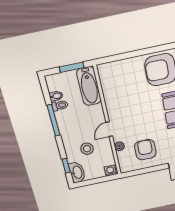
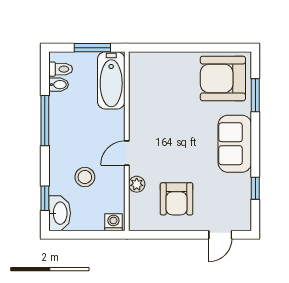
toilet: (60, 106) -> (61, 69), moved
armchair: (145, 150) -> (177, 199), turned 180

